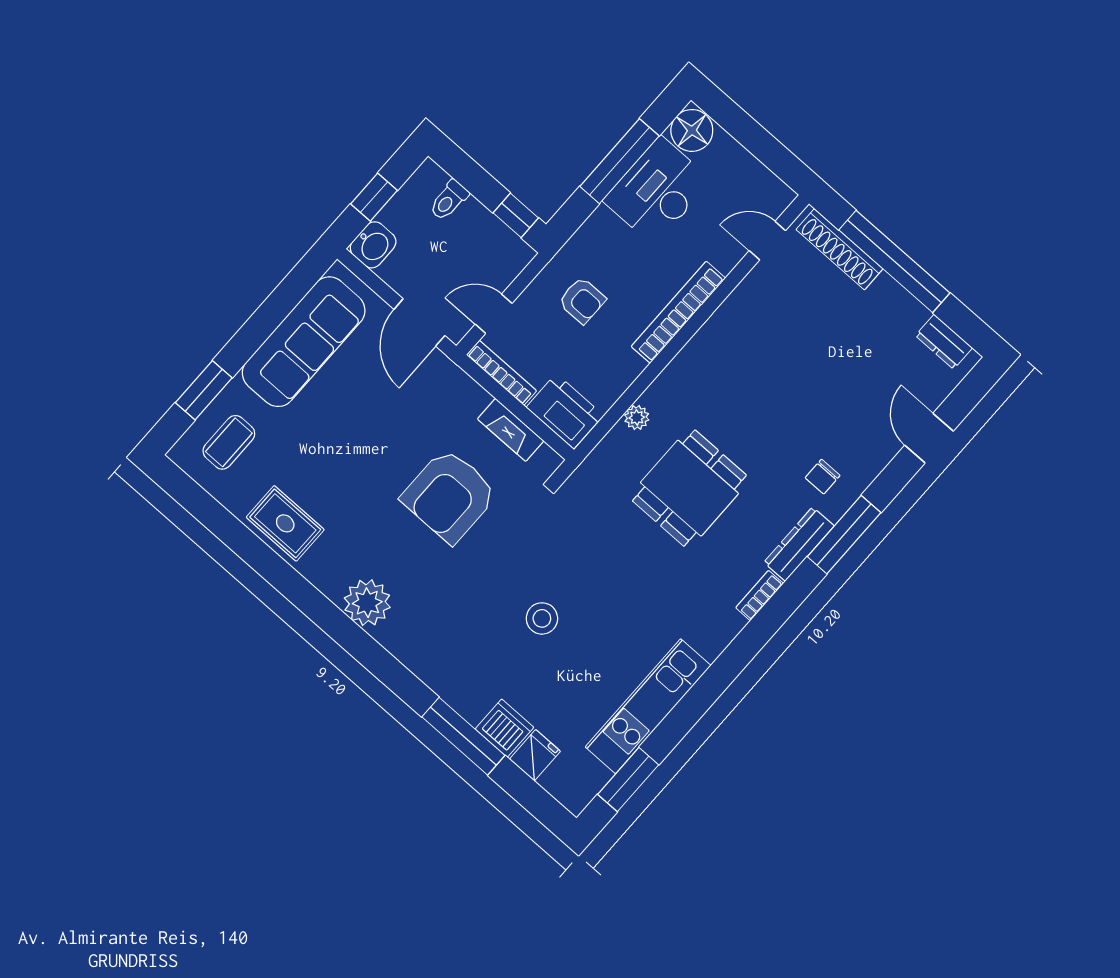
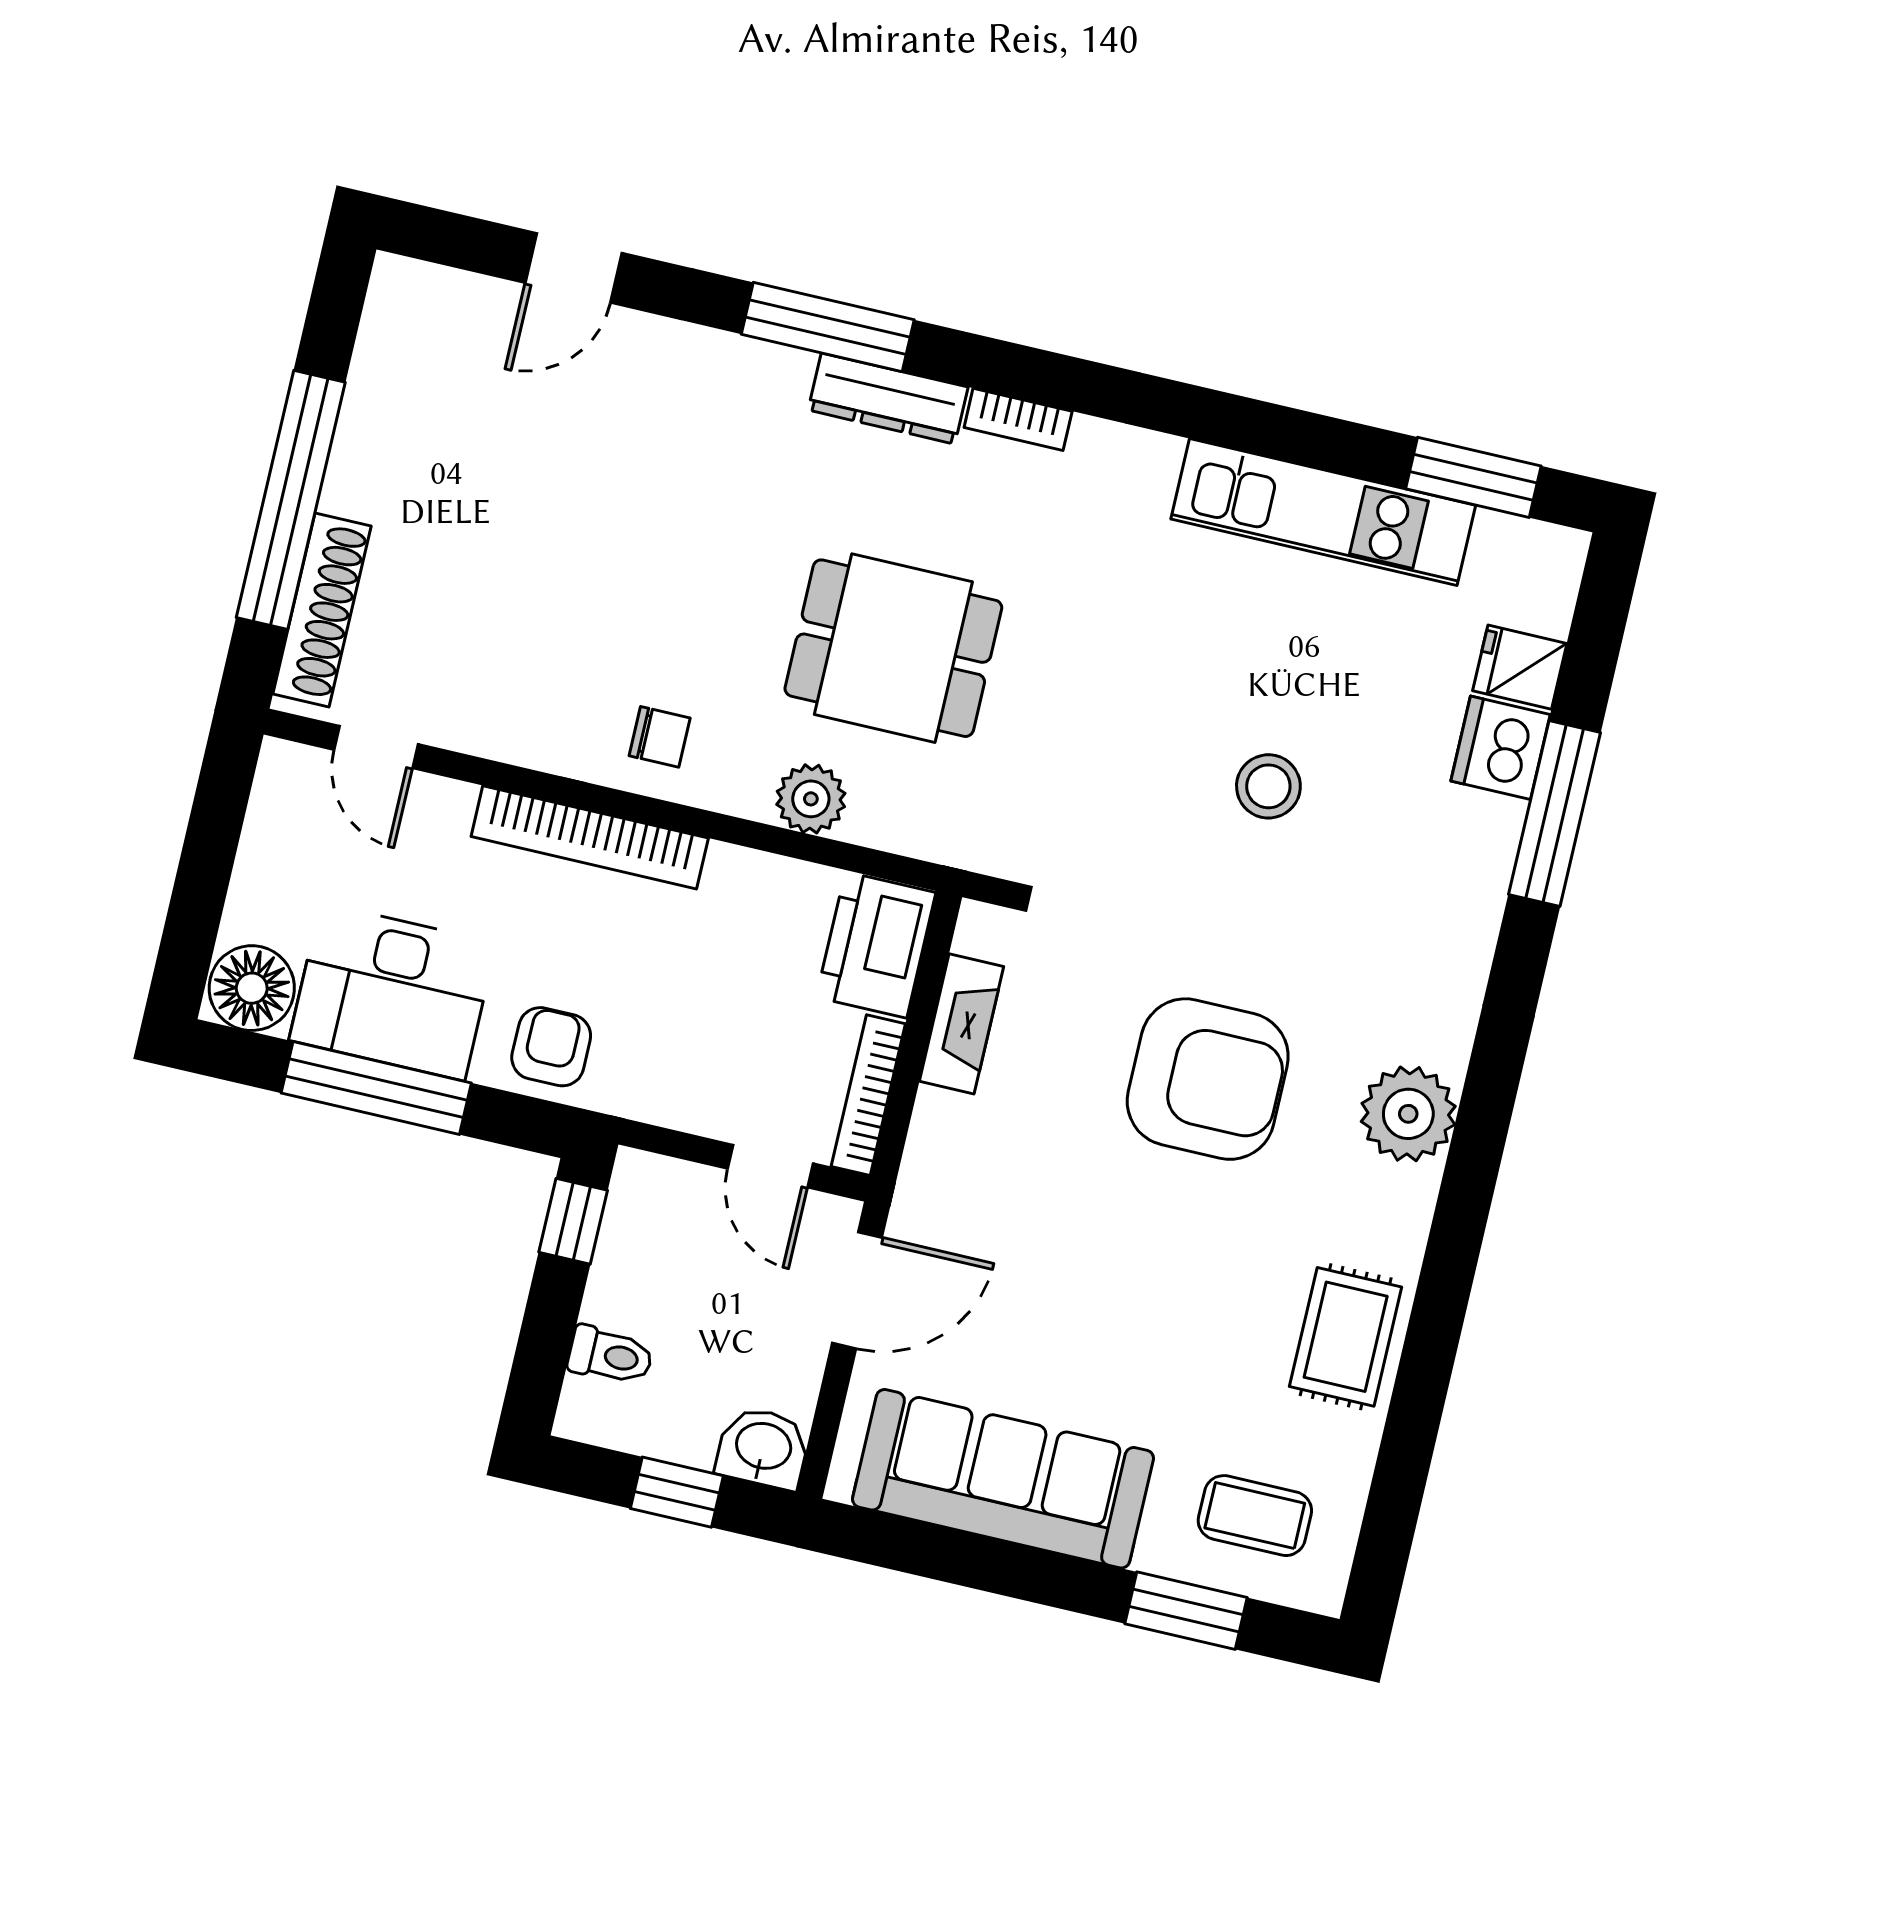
armchair: (582, 300) -> (551, 1047), moved
dresser: (944, 342) -> (387, 334), removed
plant: (637, 418) -> (811, 799), width x1.38, depth x1.38
chair: (823, 477) -> (660, 737), moved
armchair: (449, 496) -> (1208, 1079), moved

